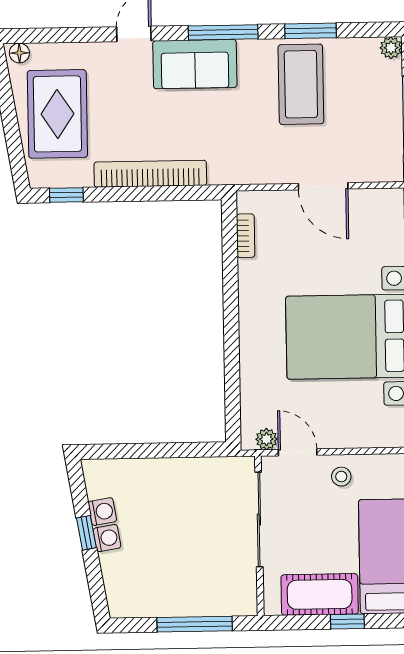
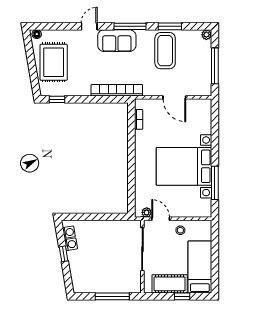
bookcase: (150, 174) -> (117, 90), moved
washing machine: (107, 538) -> (69, 232), moved

